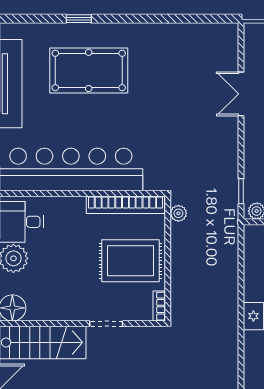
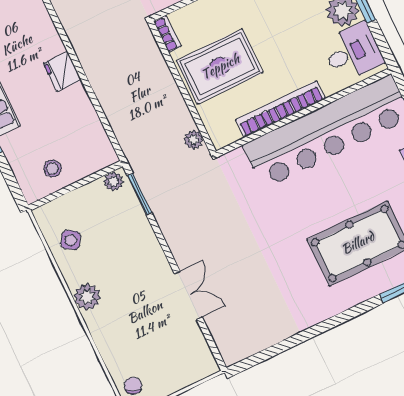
window: (241, 191) -> (140, 194), width x1.50
bookcase: (125, 205) -> (280, 109), moved

